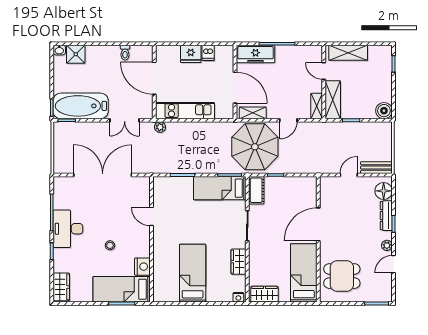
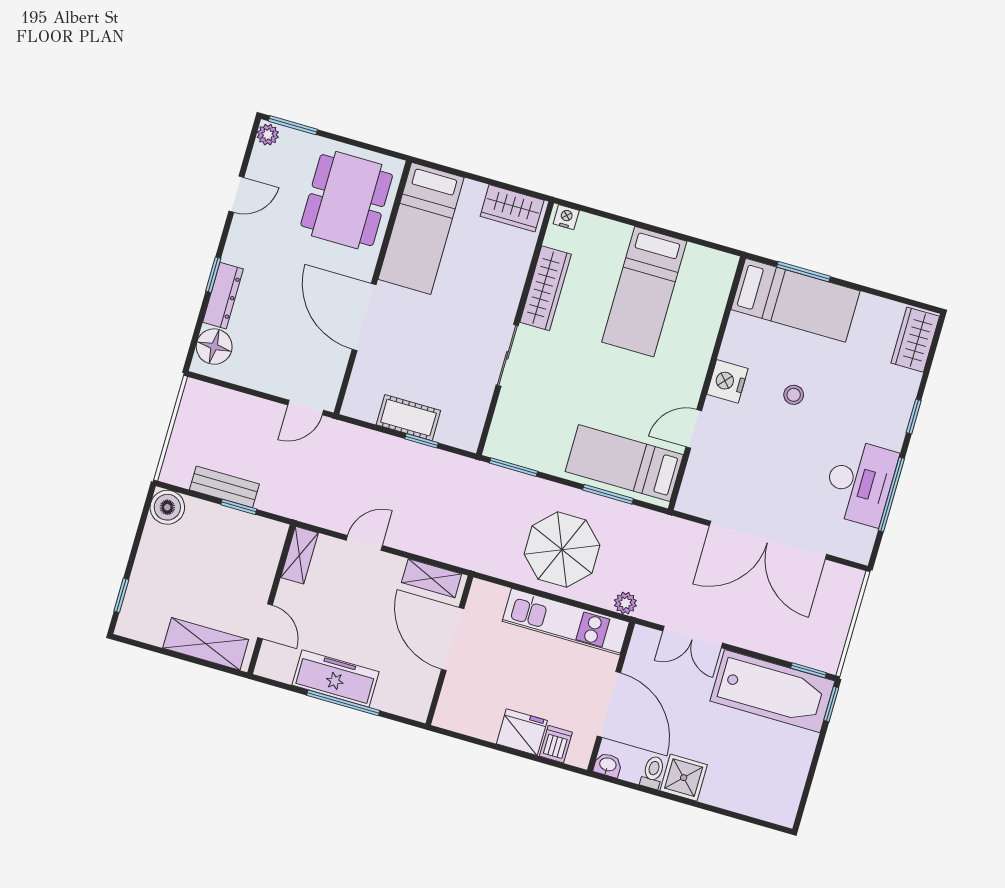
washbasin: (59, 50) -> (608, 765), moved
dishwasher: (208, 53) -> (556, 744), moved
shower: (76, 54) -> (684, 778), moved
freezer: (256, 54) -> (335, 678), moved
shelving: (333, 100) -> (263, 558), removed
double door: (125, 120) -> (693, 637), swing flipped
parasol: (255, 147) -> (562, 550), moved, width x0.73, depth x0.73
bench: (376, 168) -> (224, 487), moved
door: (349, 175) -> (306, 408), moved
bed: (220, 188) -> (624, 463), moved, turned 180
cot: (256, 190) -> (408, 418), moved, turned 90
door: (152, 216) -> (694, 429), swing flipped
door: (318, 224) -> (364, 317), swing flipped
desk: (68, 229) -> (860, 482), moved
plant: (387, 245) -> (268, 135), moved
wardrobe: (238, 262) -> (546, 288), width x1.50
nightstand: (142, 267) -> (727, 381), moved
dining table: (342, 276) -> (347, 200), width x1.37

